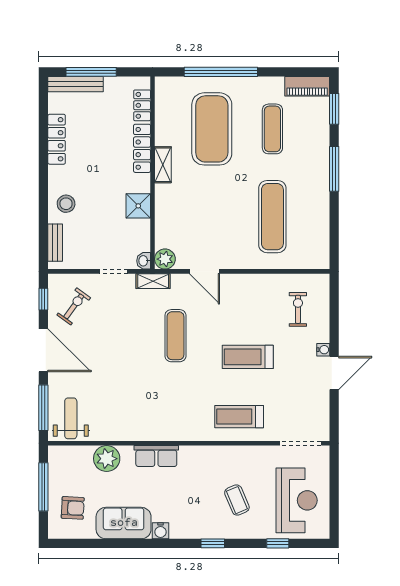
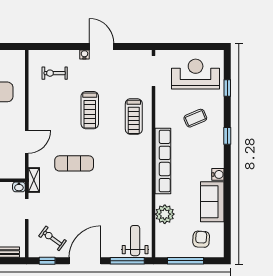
plant: (165, 259) -> (18, 171), removed
weight bench: (71, 418) -> (135, 241), turned 90
row of seats: (156, 456) -> (163, 161), width x2.02

